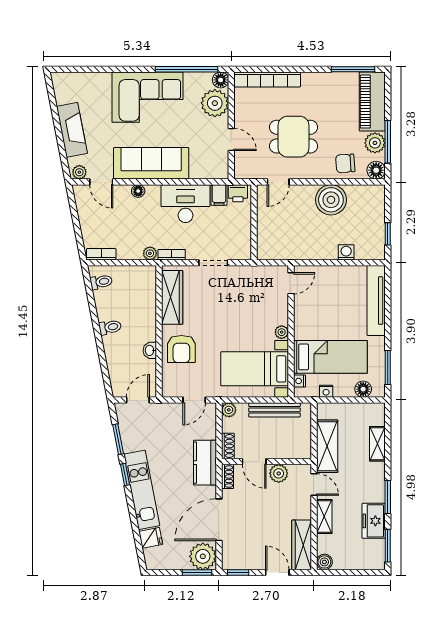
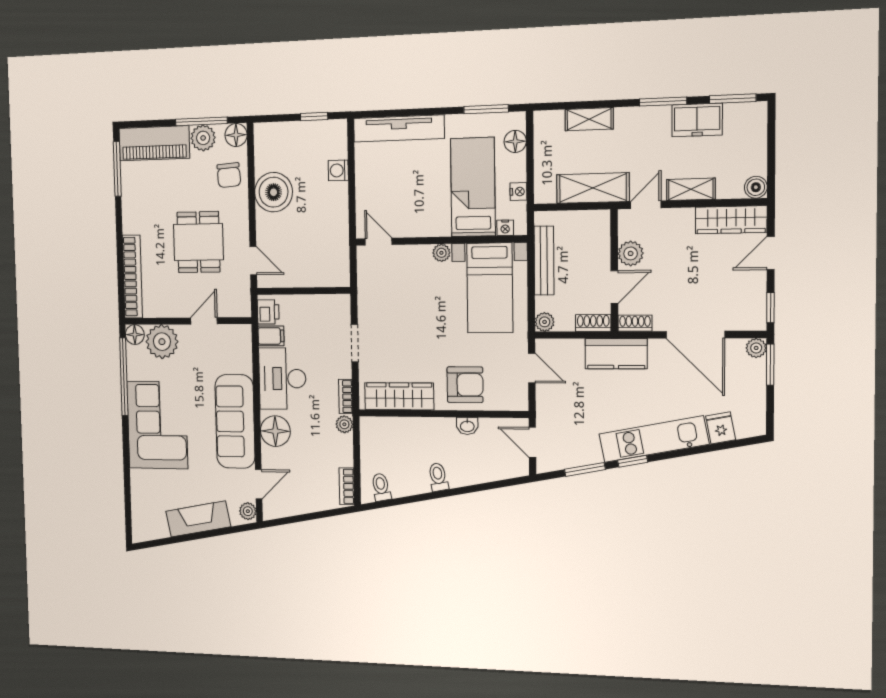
floor lamp: (138, 191) -> (275, 431), width x1.89, depth x1.89
plant: (203, 556) -> (756, 348), width x0.53, depth x0.53

